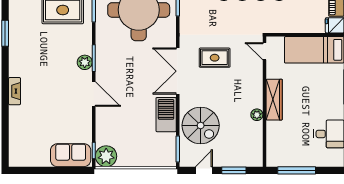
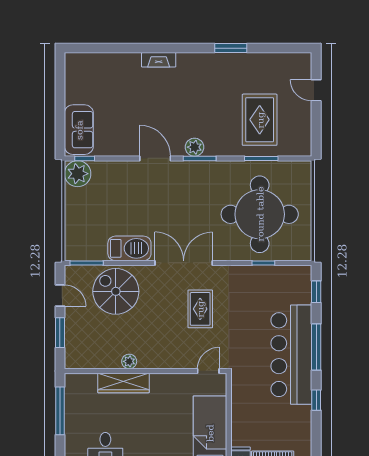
door: (94, 94) -> (155, 158), swing flipped
wardrobe: (274, 100) -> (123, 383), moved
spiral stairs: (201, 125) -> (116, 291), turned 90

